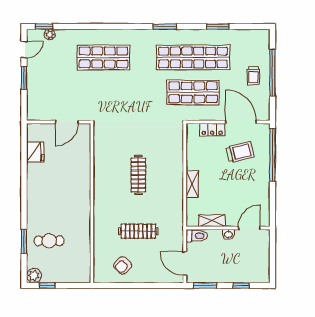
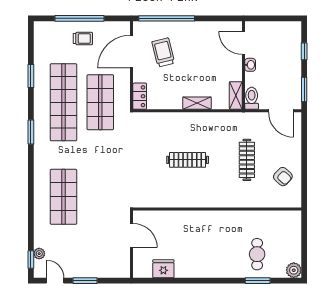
locker: (212, 130) -> (140, 96), moved
shelving: (212, 221) -> (236, 95), moved
door: (185, 263) -> (281, 111), hinge flipped
window: (47, 285) -> (304, 256), removed

